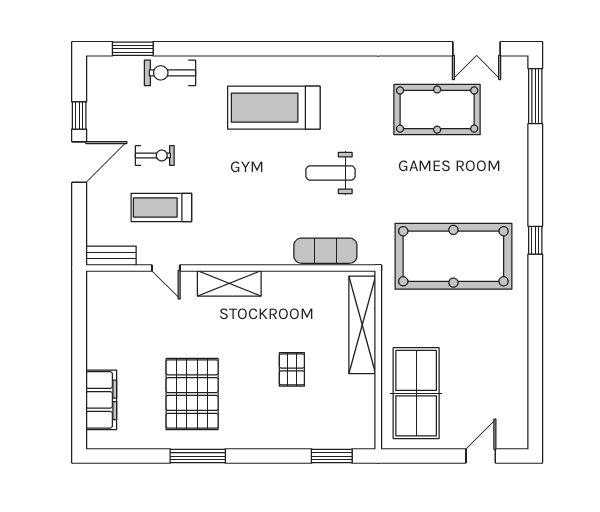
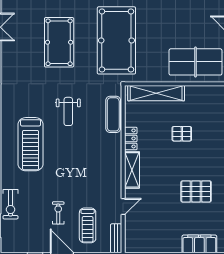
pool table: (437, 110) -> (59, 42), moved
treadmill: (161, 207) -> (88, 225), moved
locker: (284, 281) -> (131, 138), added
pallet: (192, 394) -> (196, 191), width x0.73, depth x0.71

